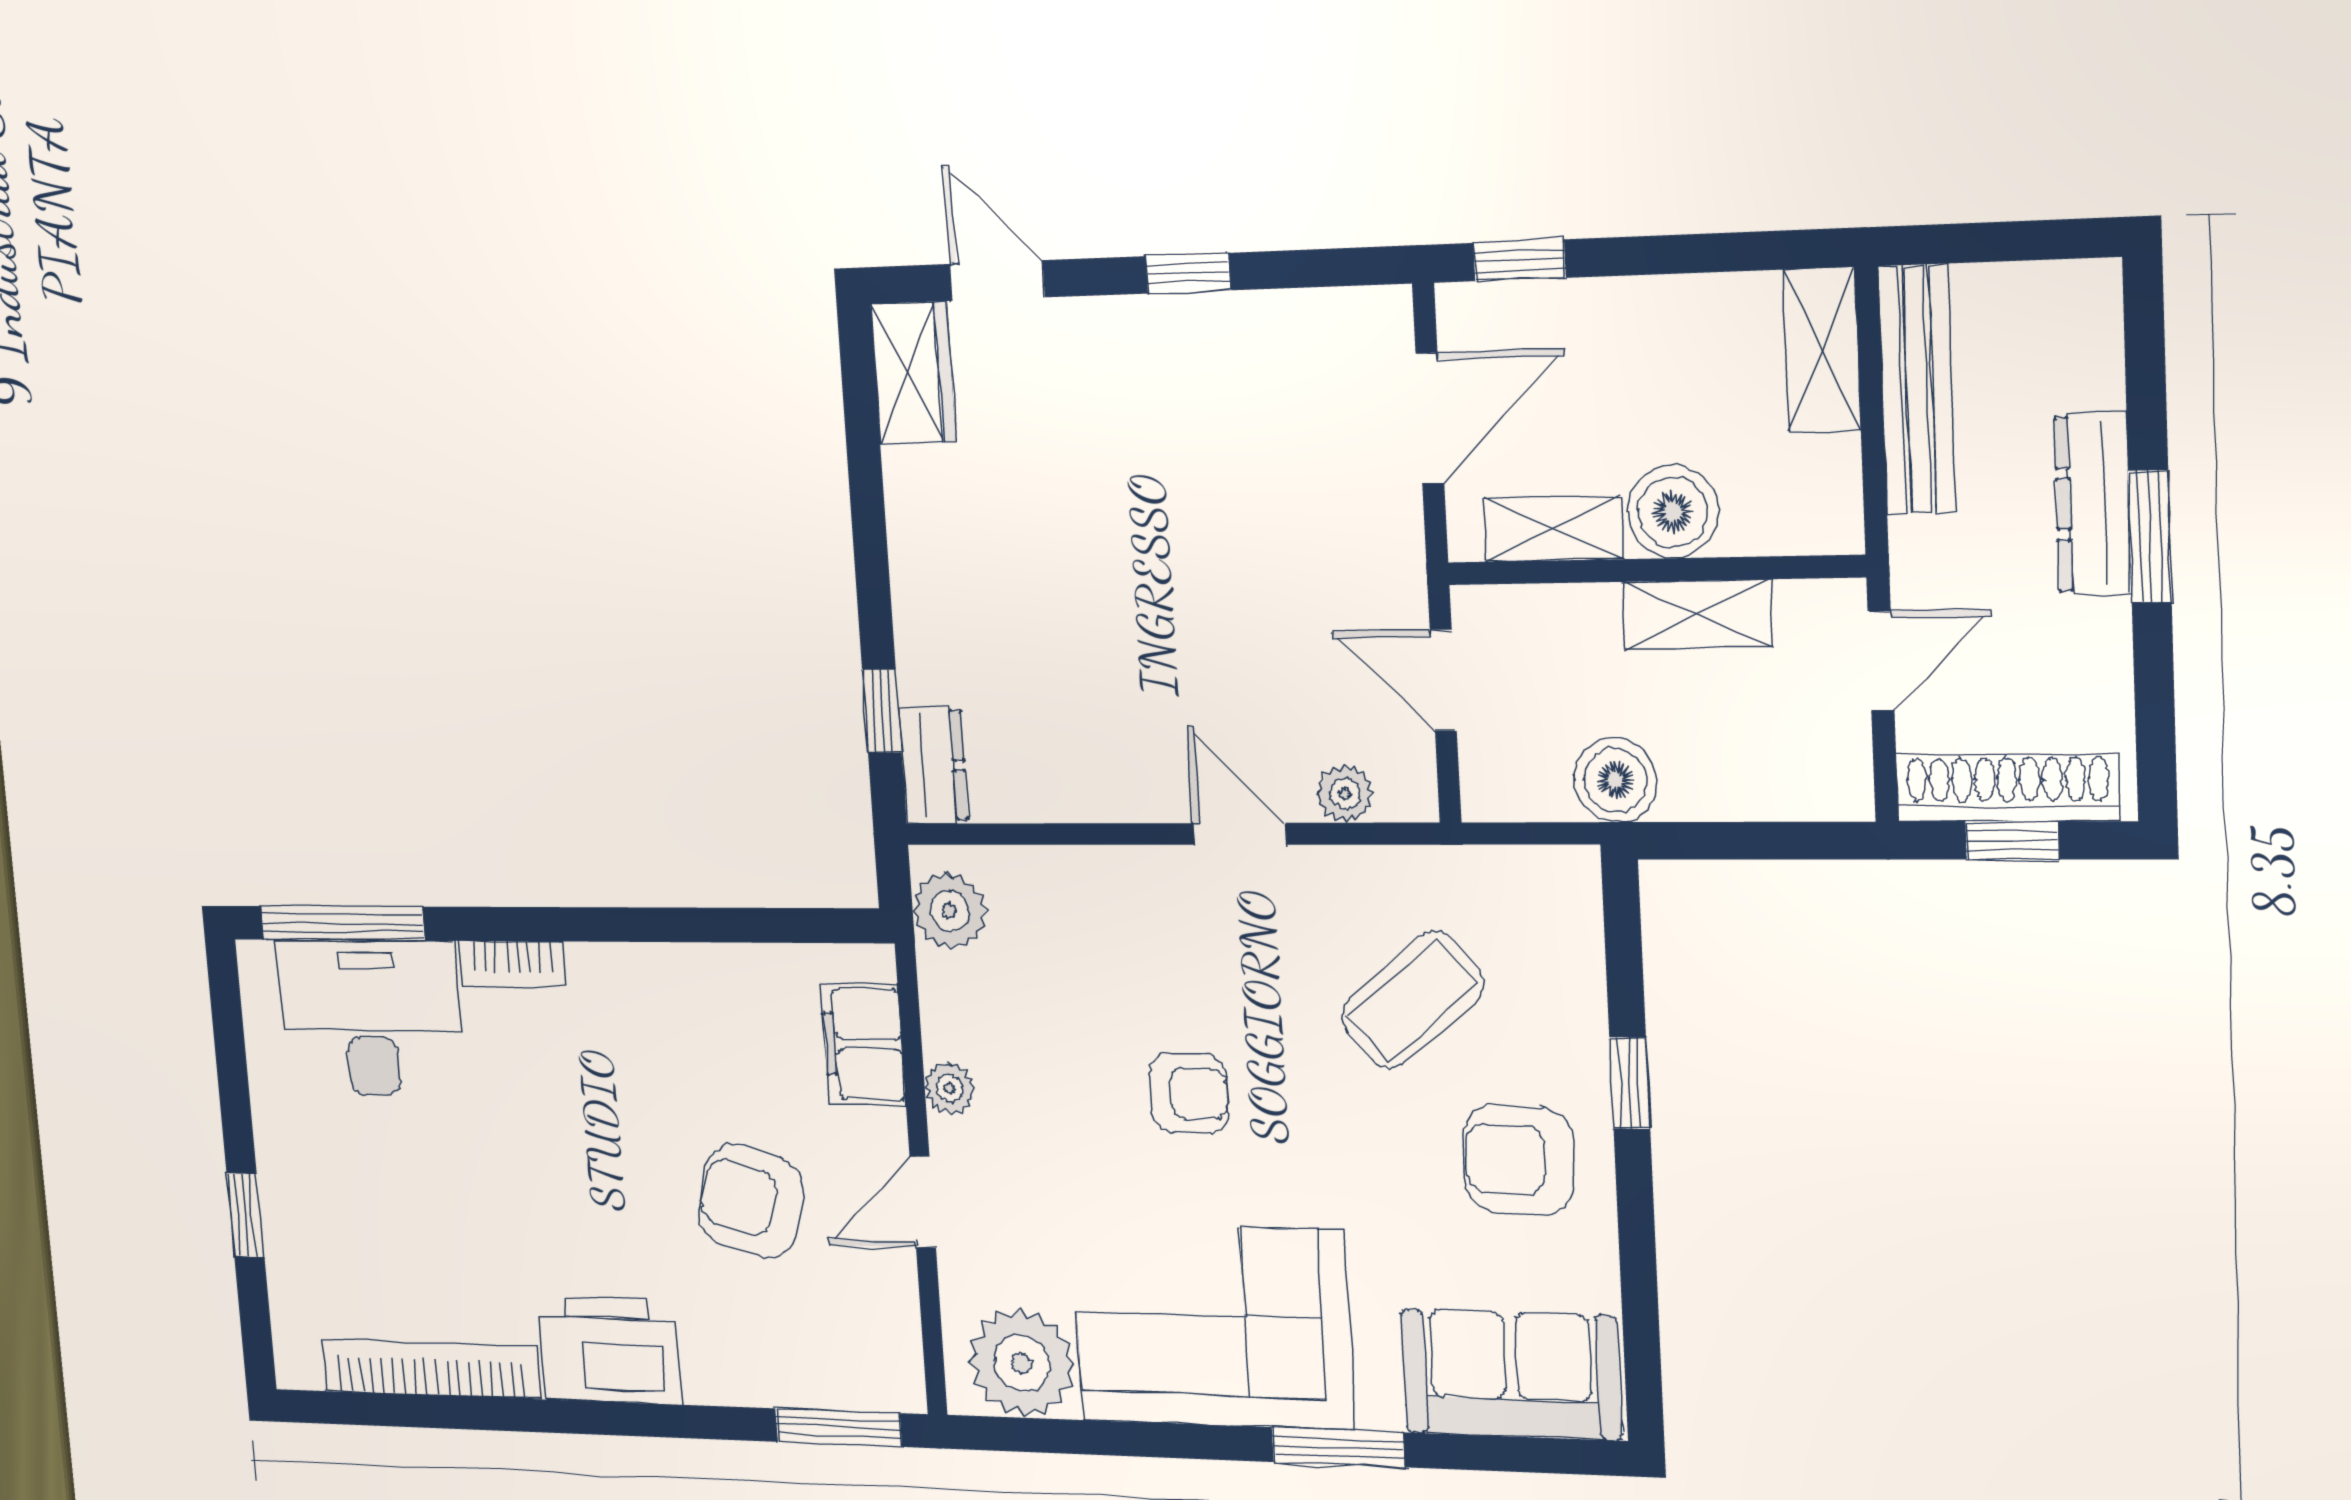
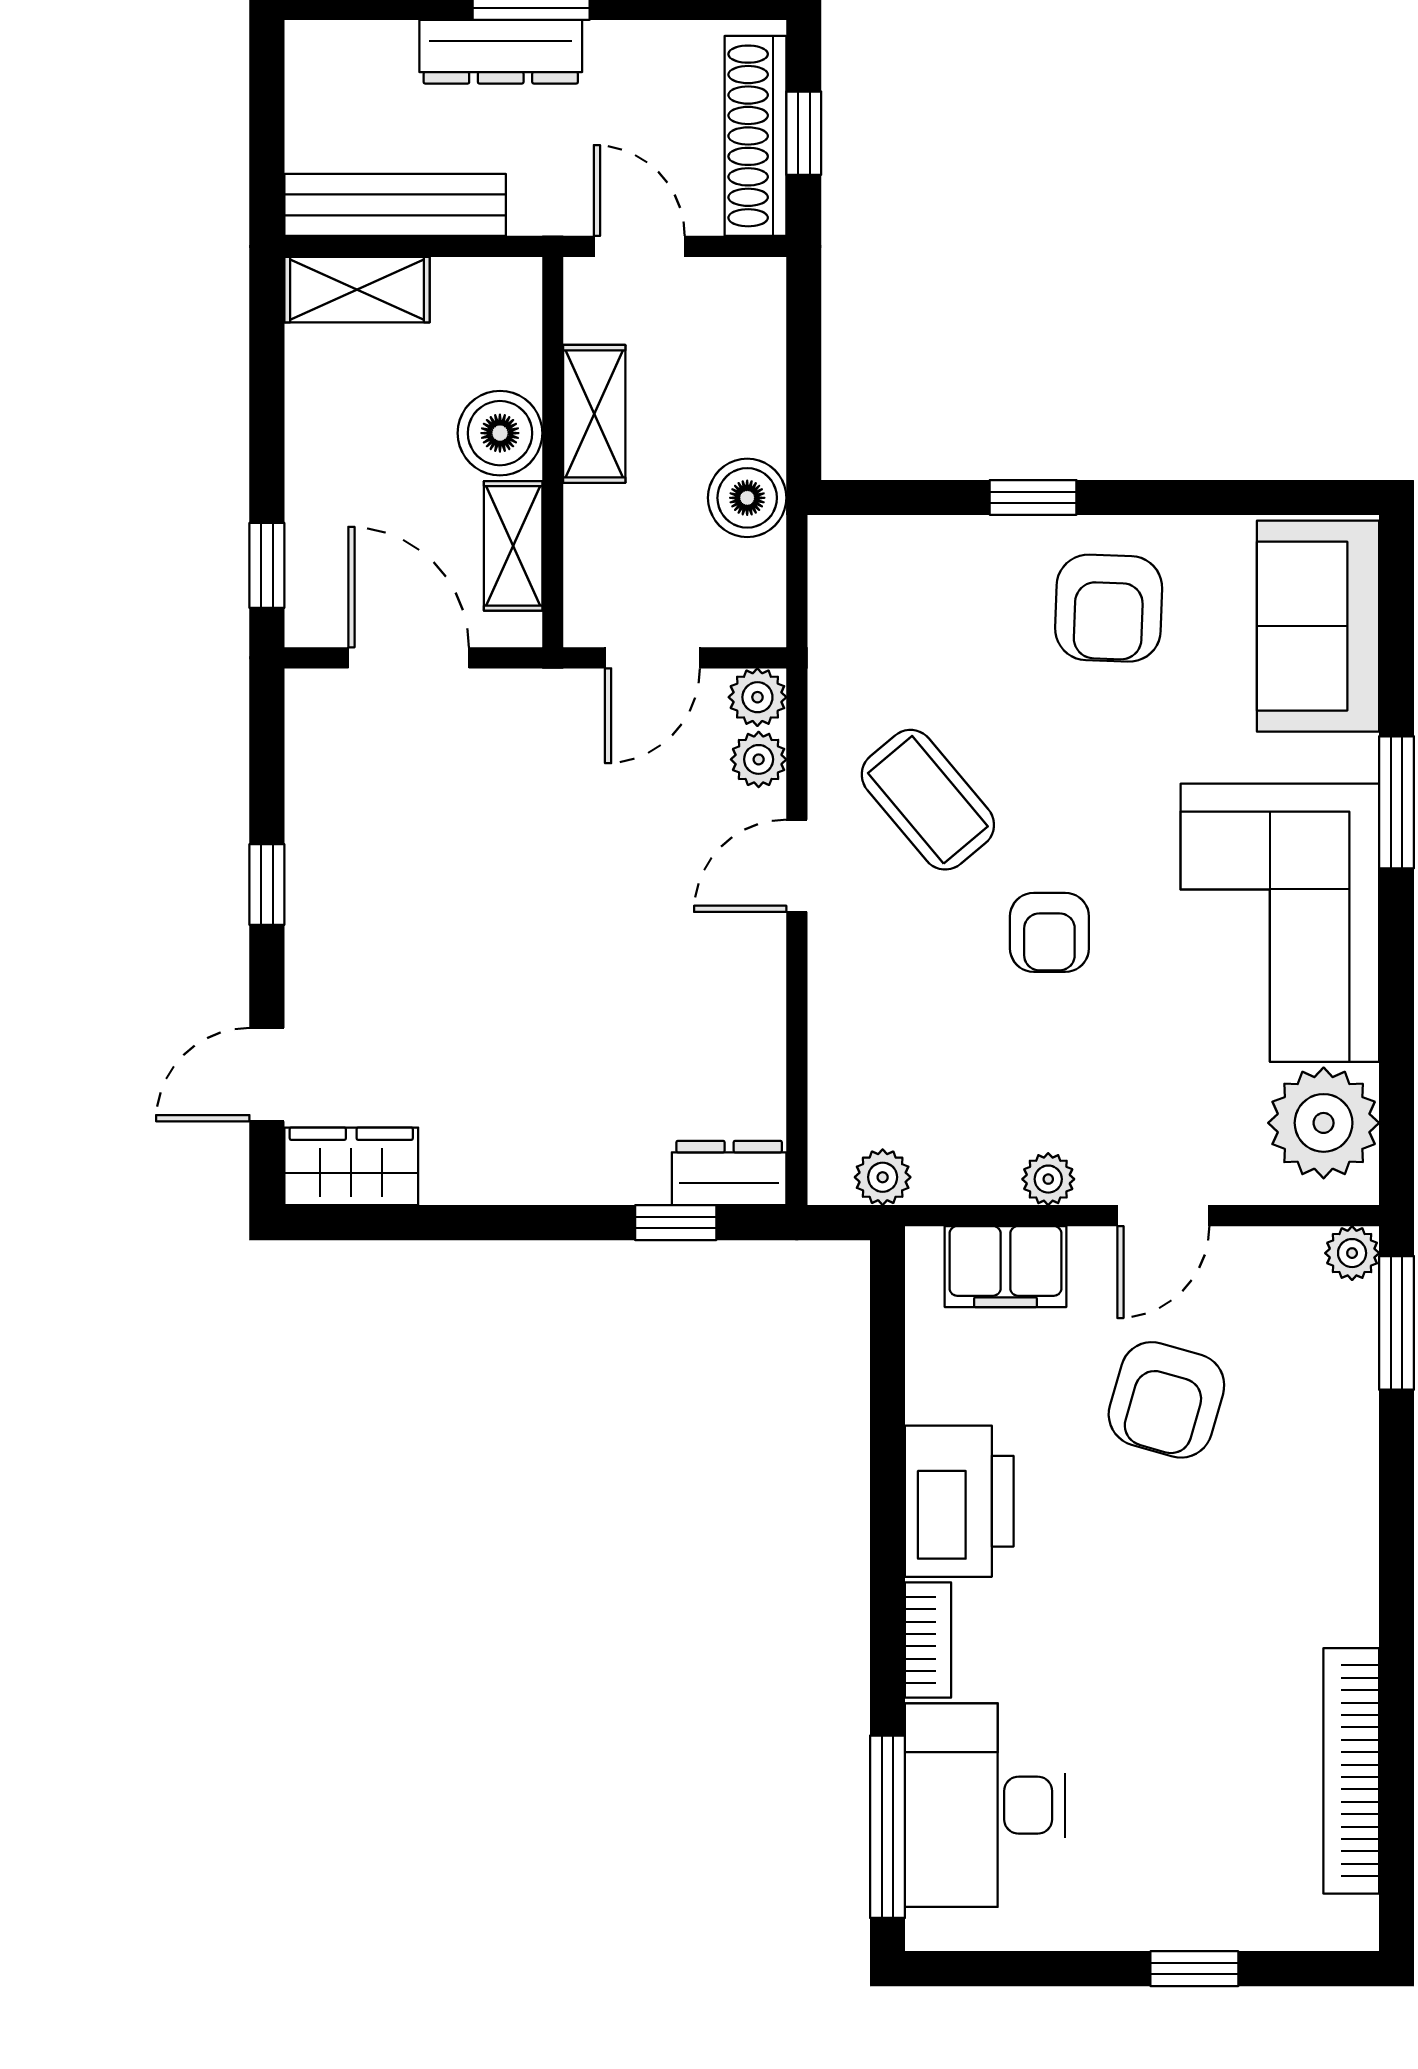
plant: (1409, 792) -> (757, 697), added
plant: (949, 911) -> (883, 1177), width x0.73, depth x0.73
coffee table: (1412, 1000) -> (928, 800), moved
armchair: (1189, 1093) -> (1049, 932), turned 180
door: (923, 1202) -> (1163, 1216), hinge flipped
printer: (610, 1350) -> (959, 1501), moved, turned 180
plant: (901, 1387) -> (1352, 1253), added

